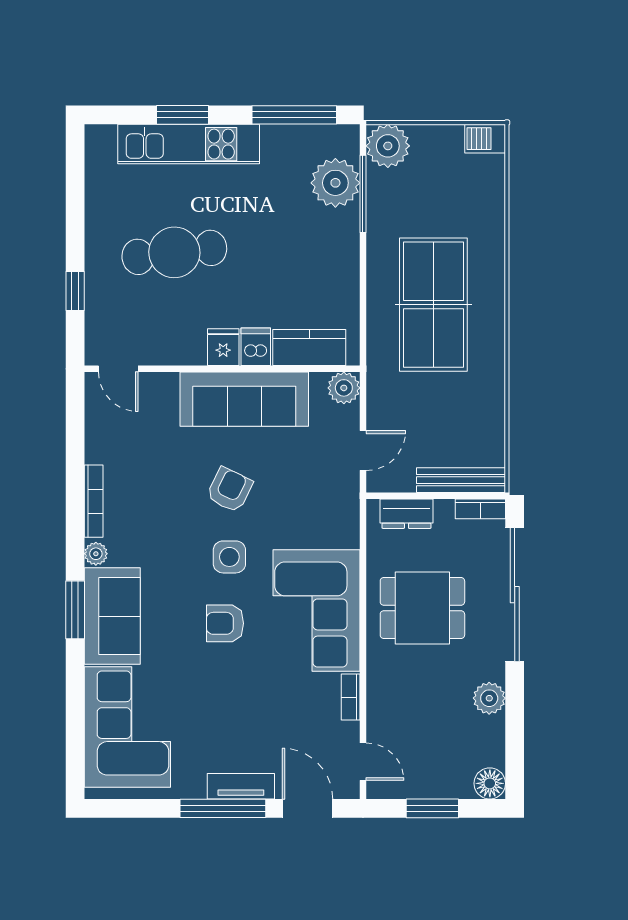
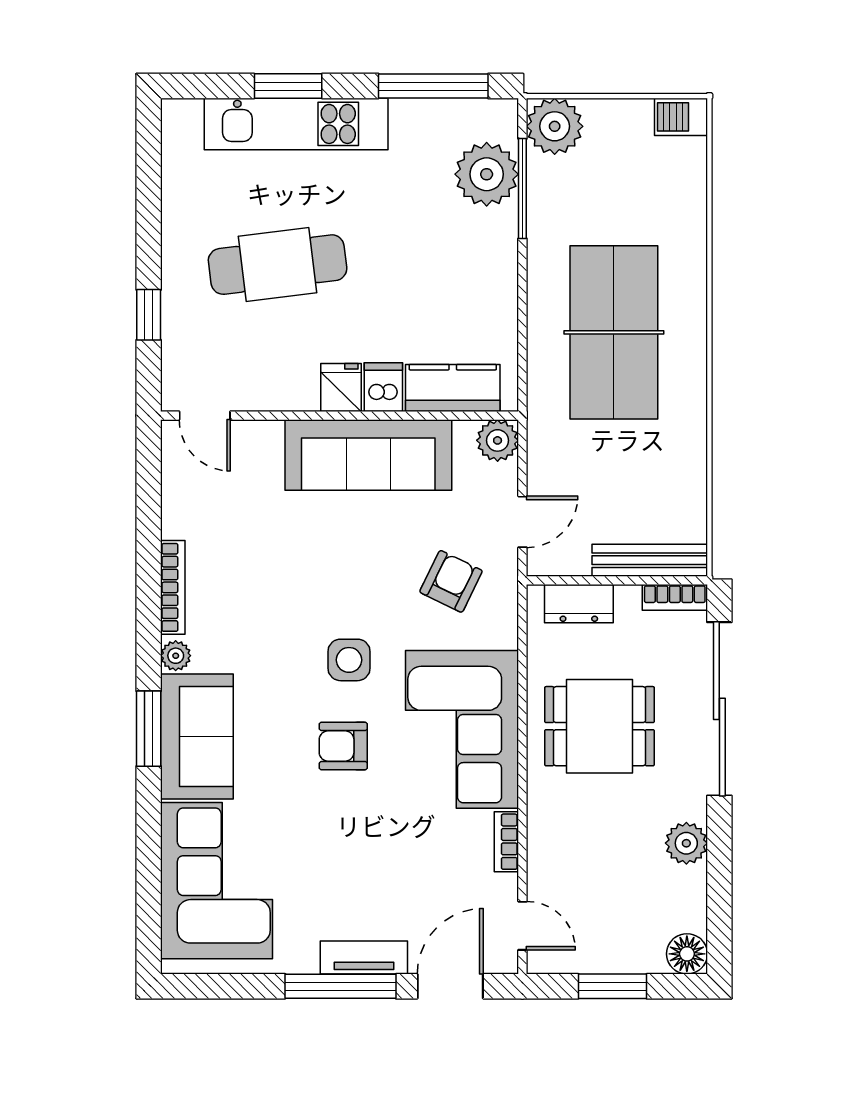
armchair: (230, 490) -> (451, 581), moved
door: (307, 808) -> (450, 986), hinge flipped

